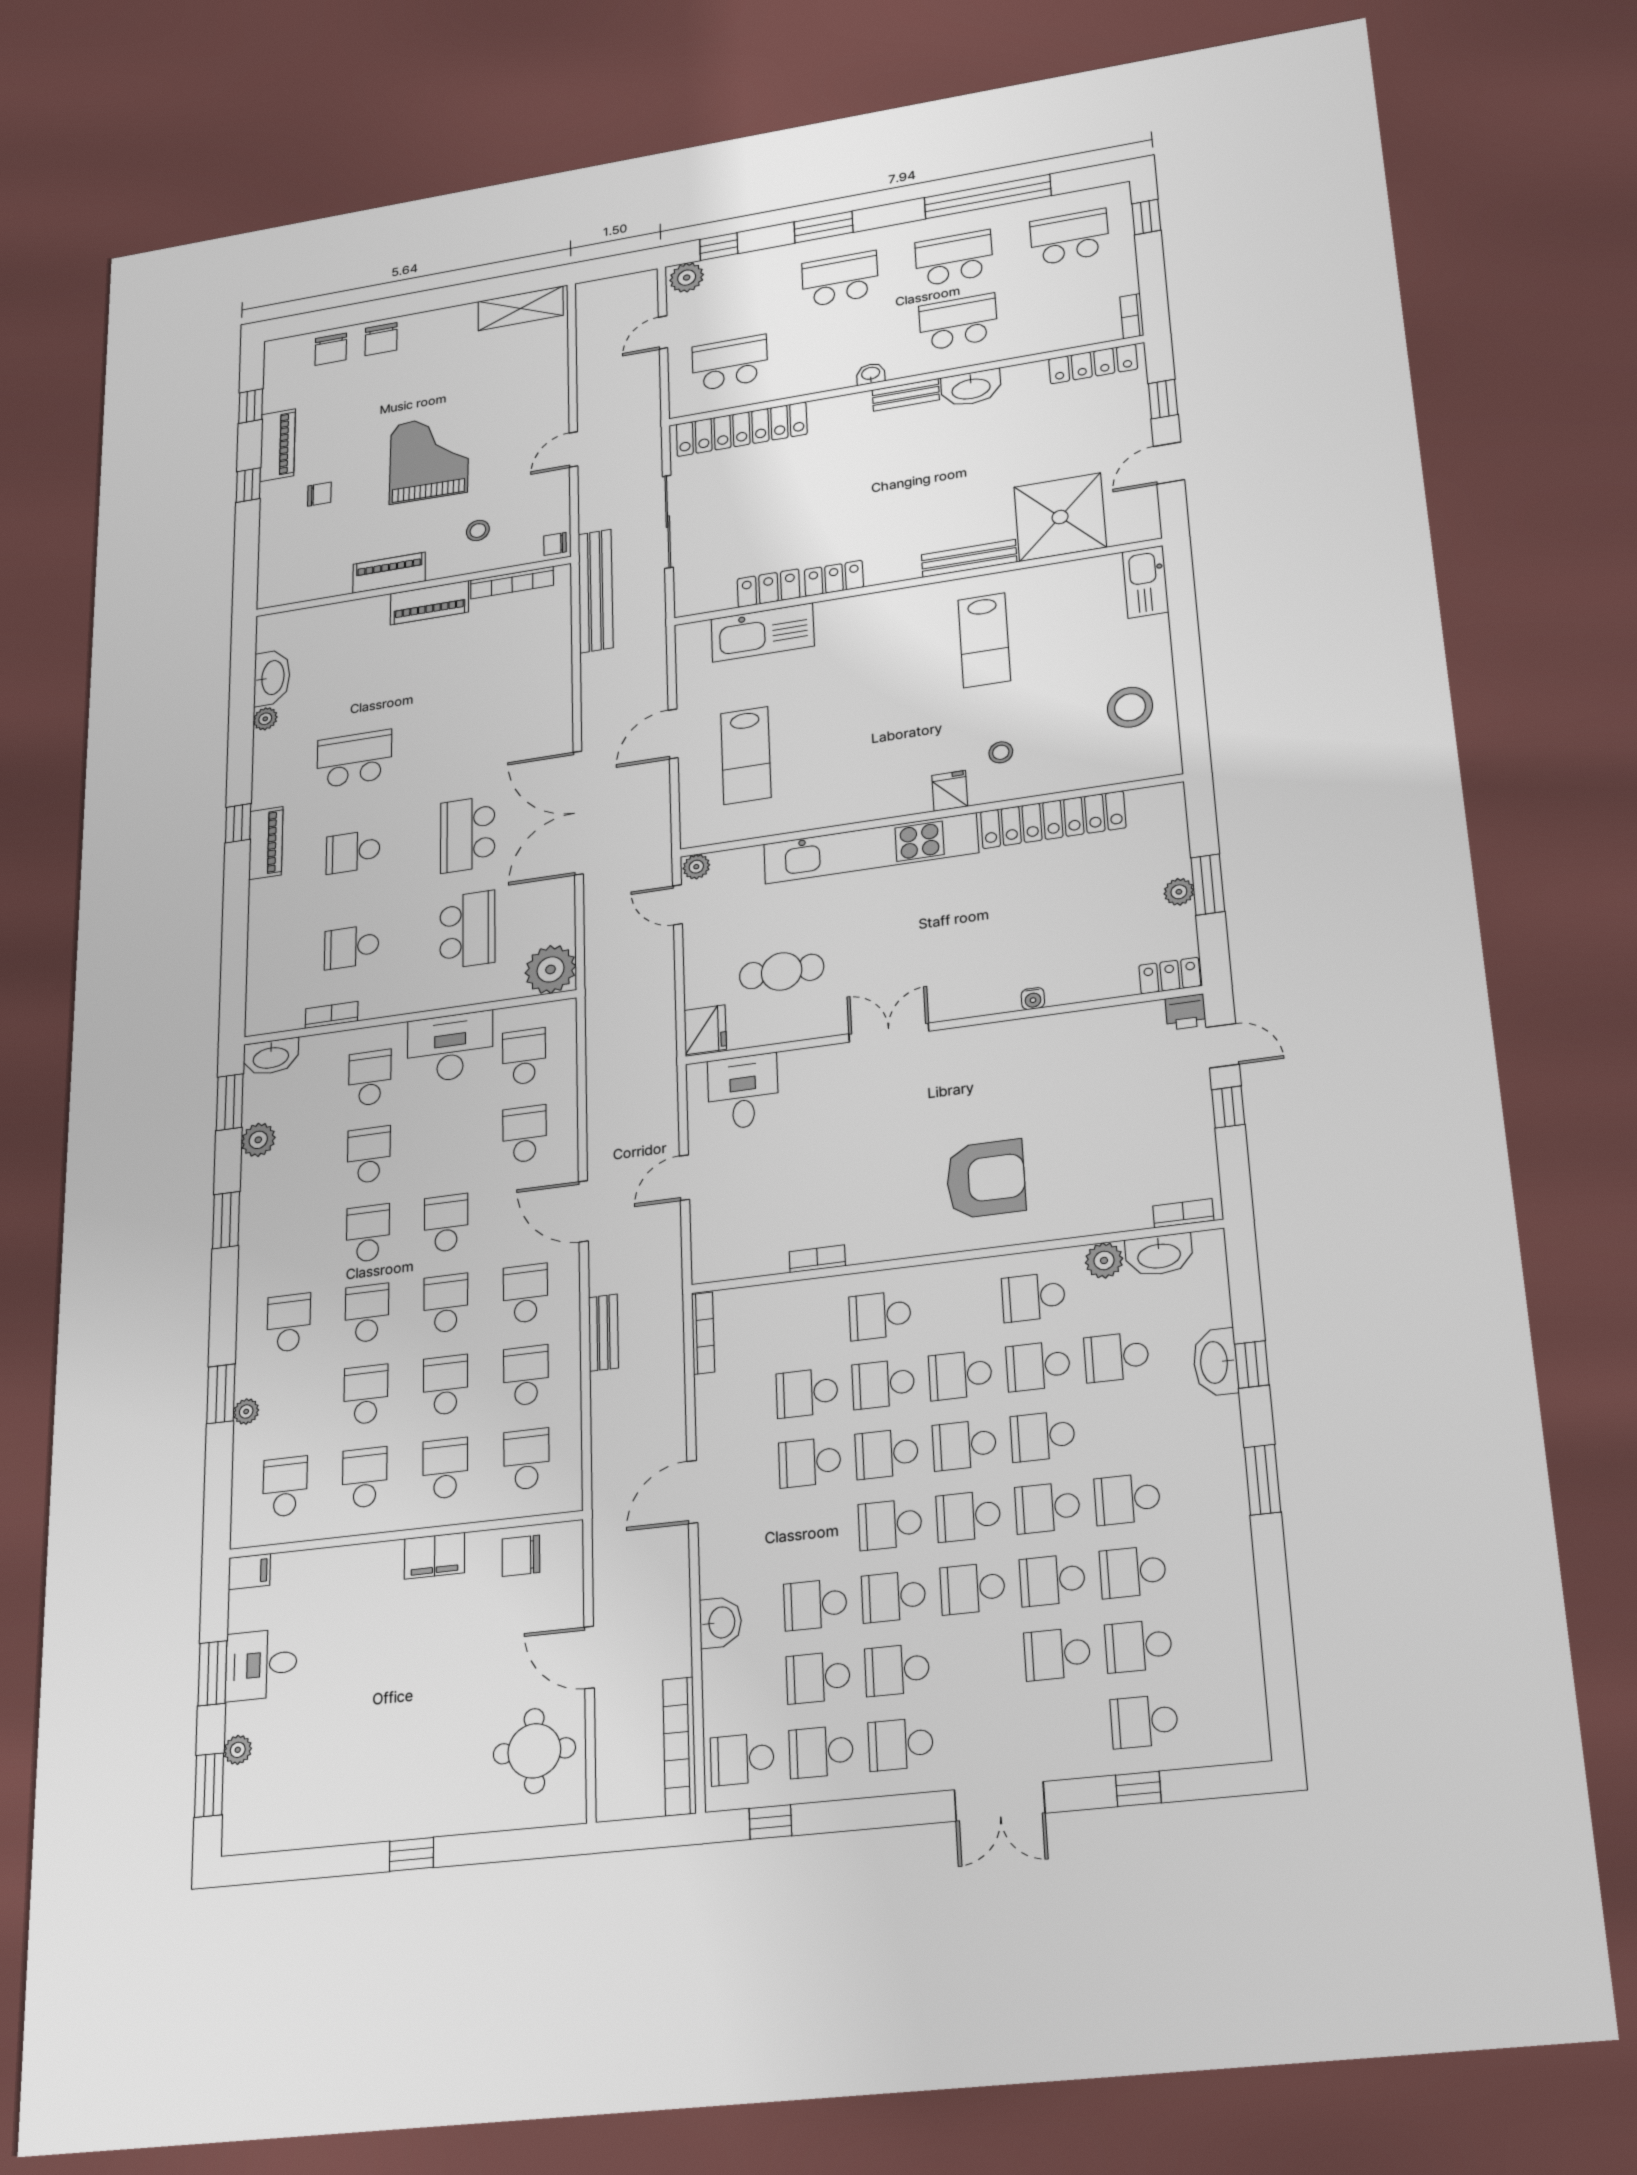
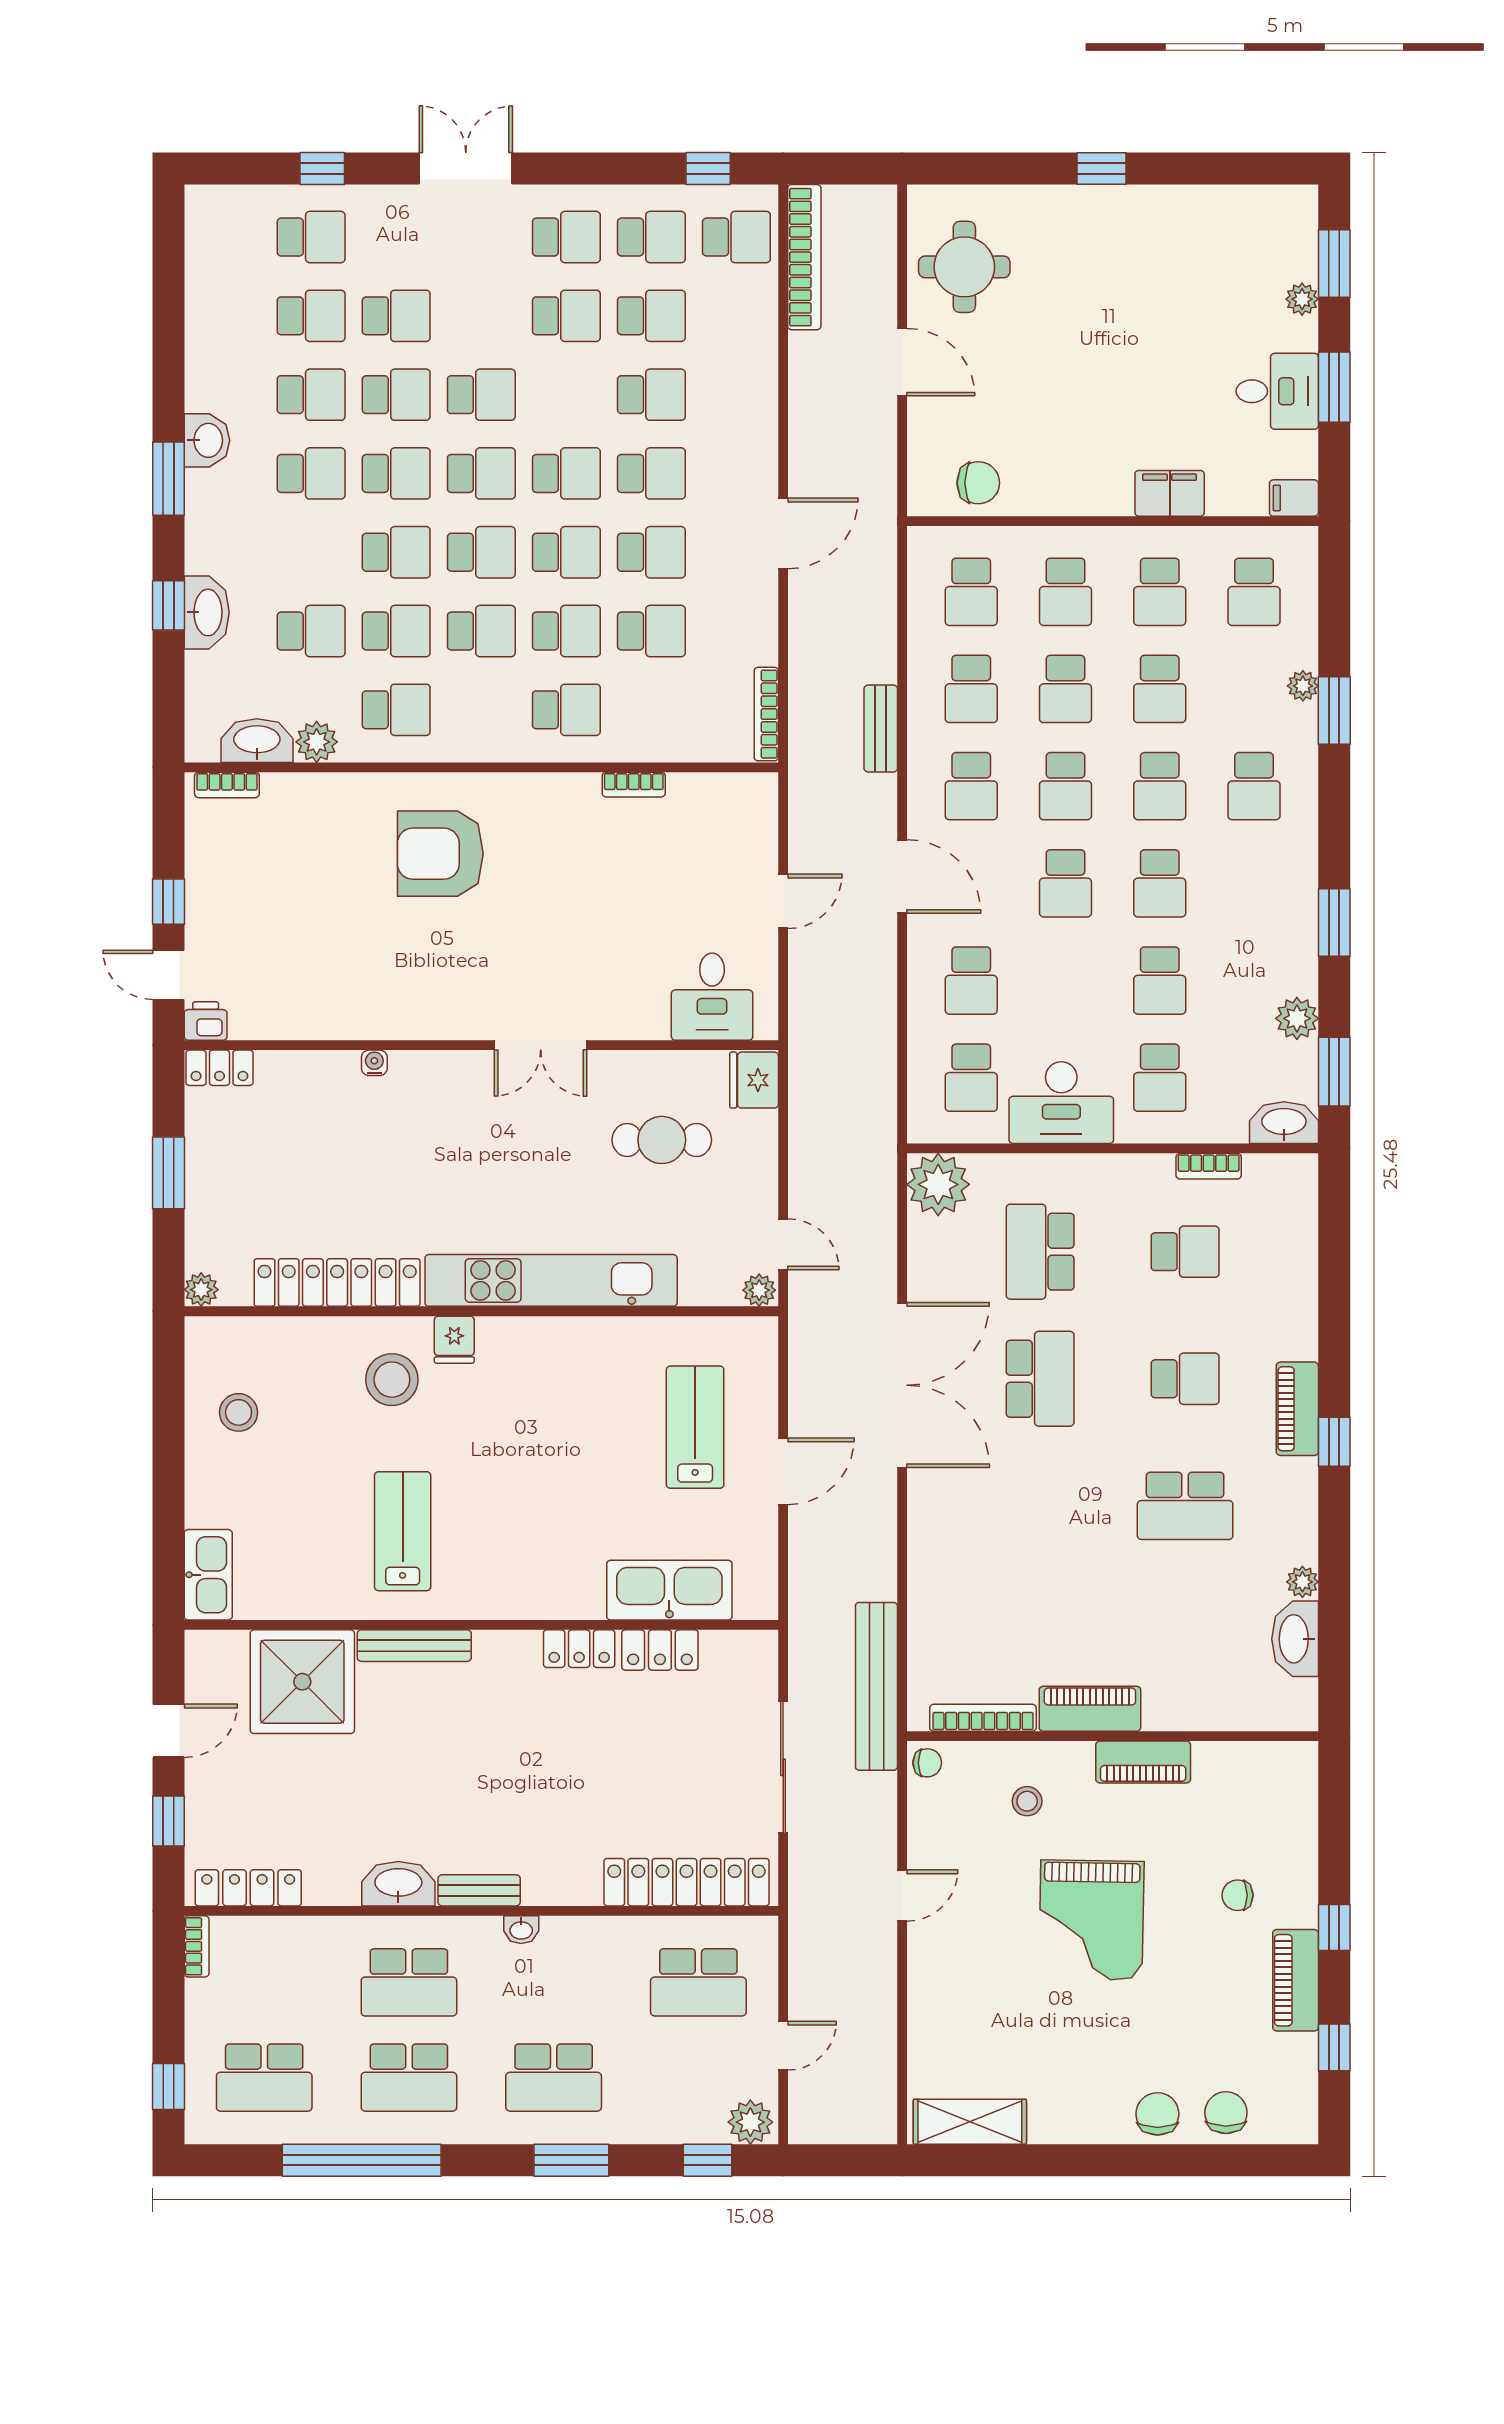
stool: (1130, 707) -> (239, 1412), width x0.73, depth x0.73
stool: (1001, 752) -> (392, 1380), width x1.89, depth x1.89
plant: (1179, 892) -> (201, 1290), moved
filing cabinet: (434, 1556) -> (1170, 493), moved
school desk: (894, 1597) -> (651, 473), moved
washbasin: (721, 1623) -> (207, 440), moved, turned 180

